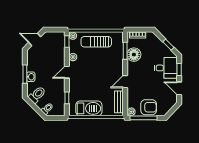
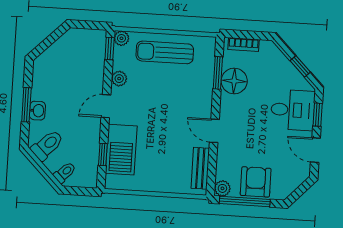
door: (35, 40) -> (49, 41), removed
door: (125, 82) -> (214, 131), hinge flipped
armchair: (149, 107) -> (256, 182), turned -90
barbecue: (89, 108) -> (121, 150), moved, turned 90

